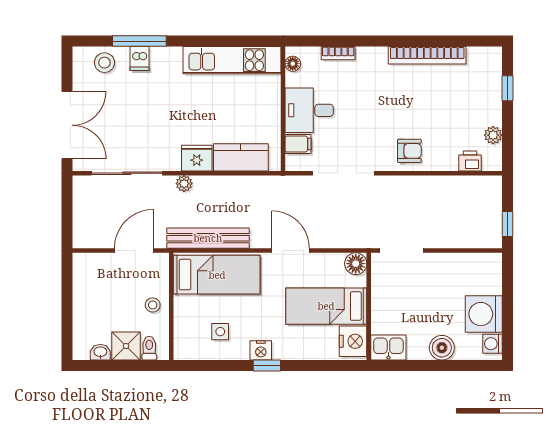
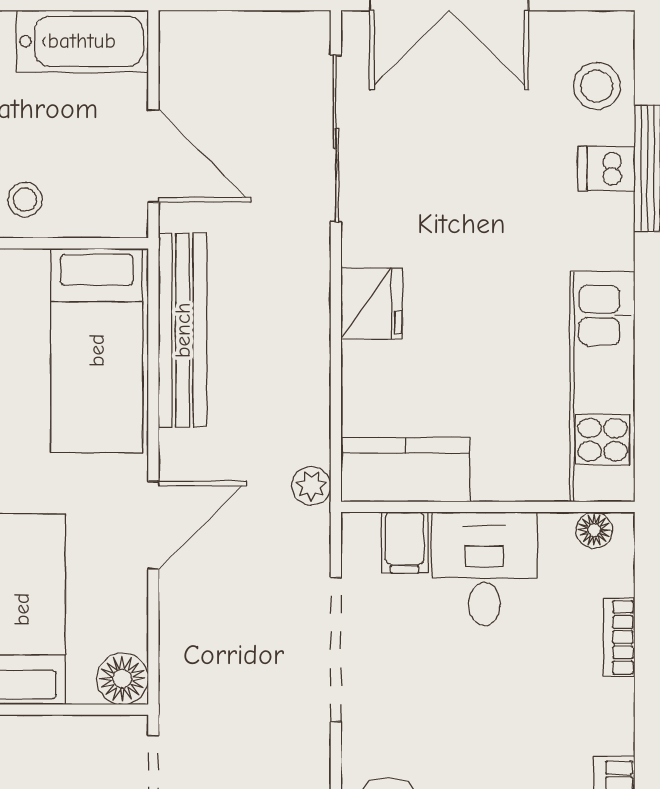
kitchen counter: (241, 157) -> (405, 470), moved, turned -90
plant: (184, 184) -> (311, 486), moved
bathtub: (86, 281) -> (82, 41), added

